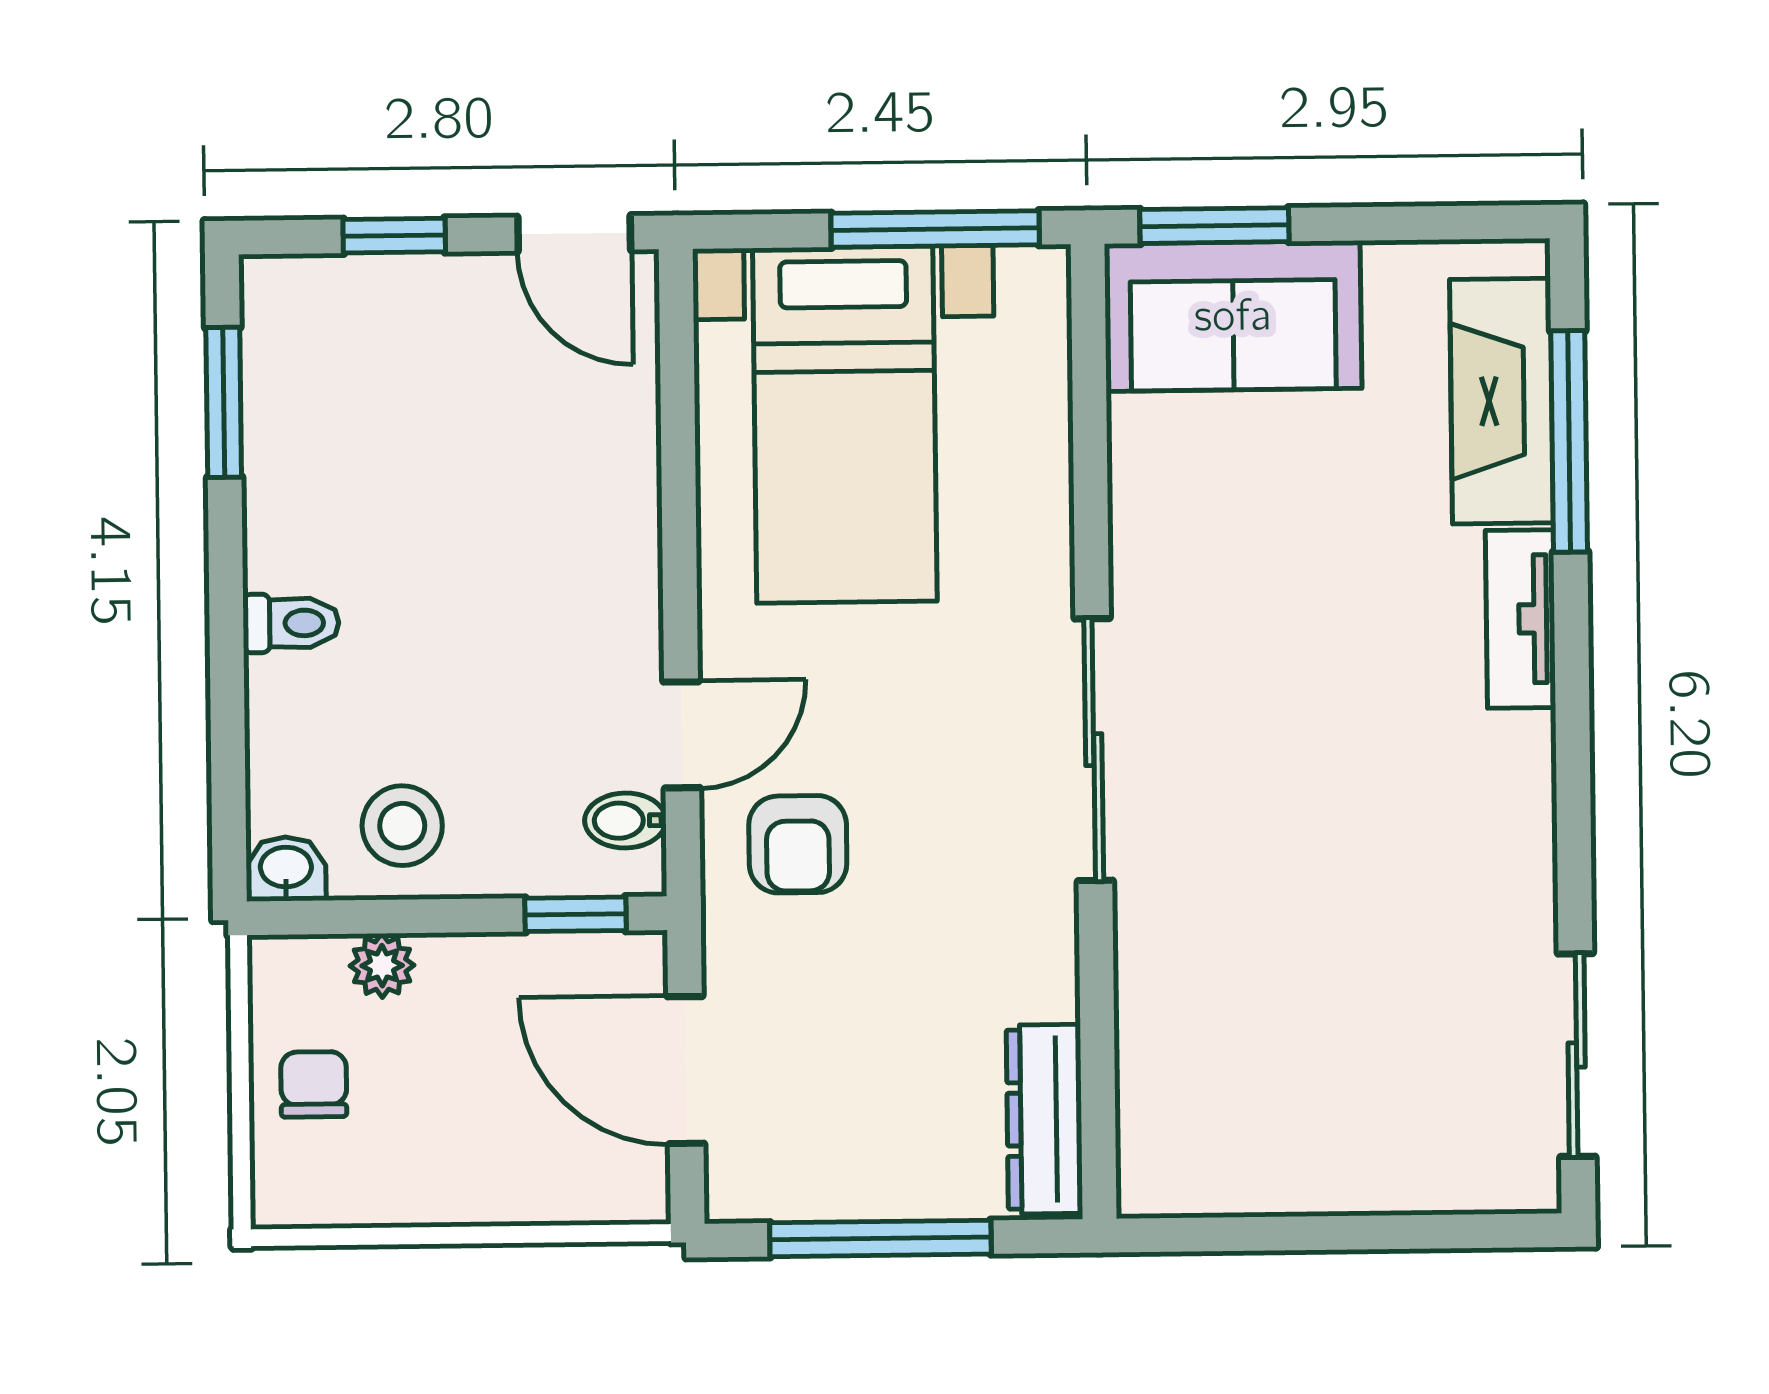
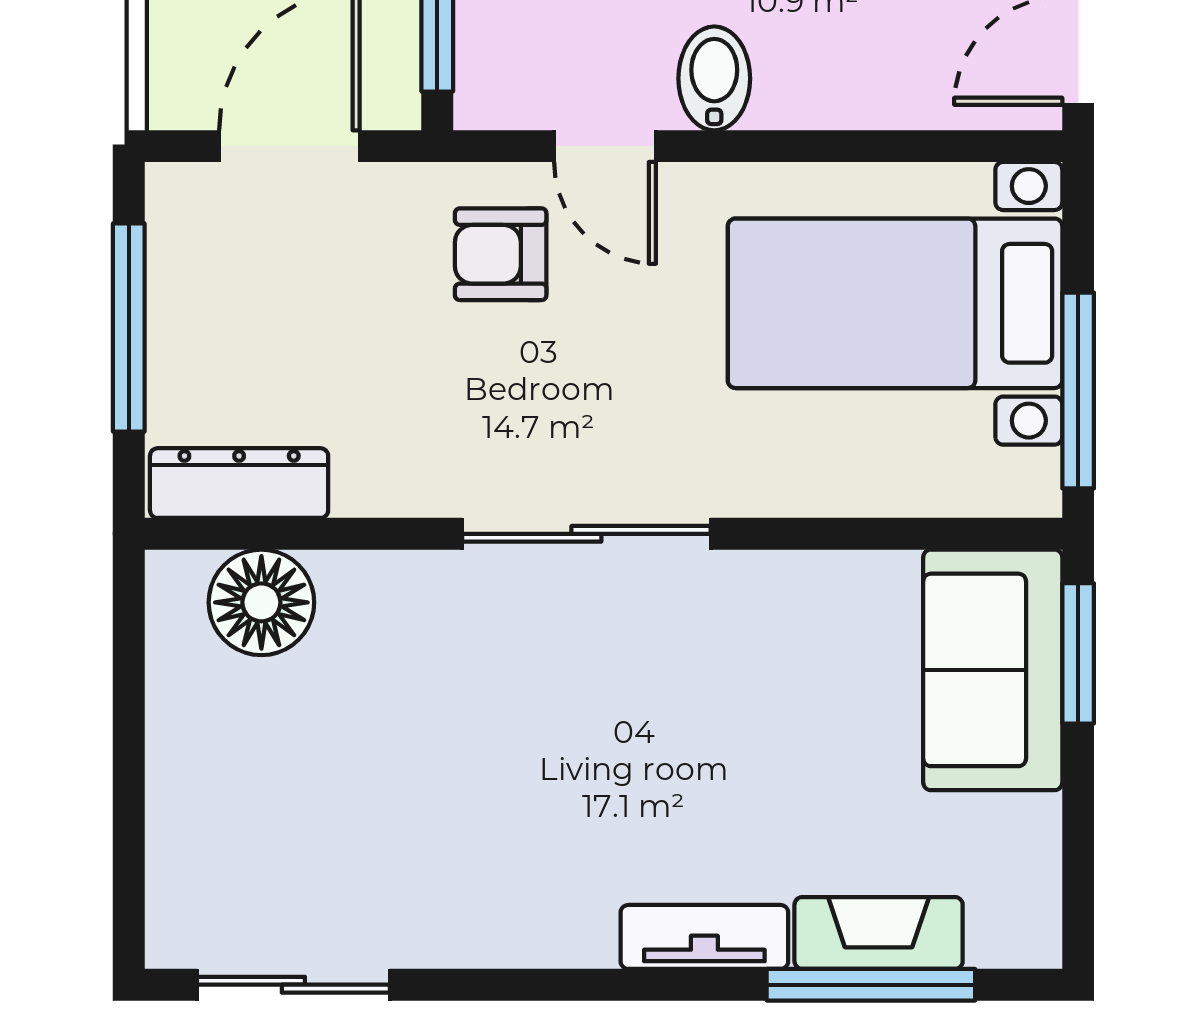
fireplace: (1502, 401) -> (879, 933), width x0.73, depth x0.76
bidet: (625, 821) -> (714, 78), moved, width x1.38, depth x1.36
floor lamp: (1171, 1094) -> (261, 602), added

